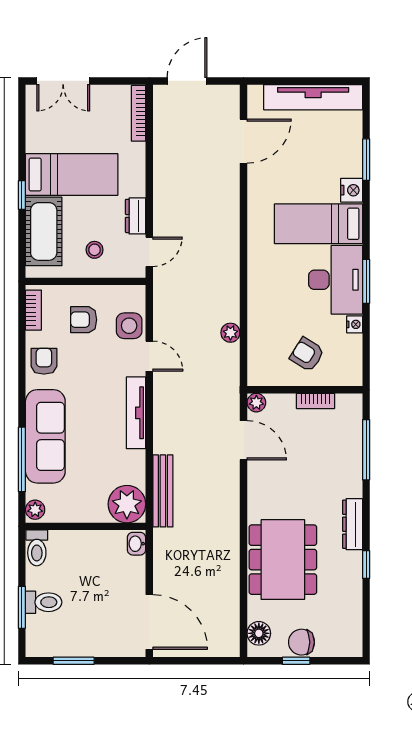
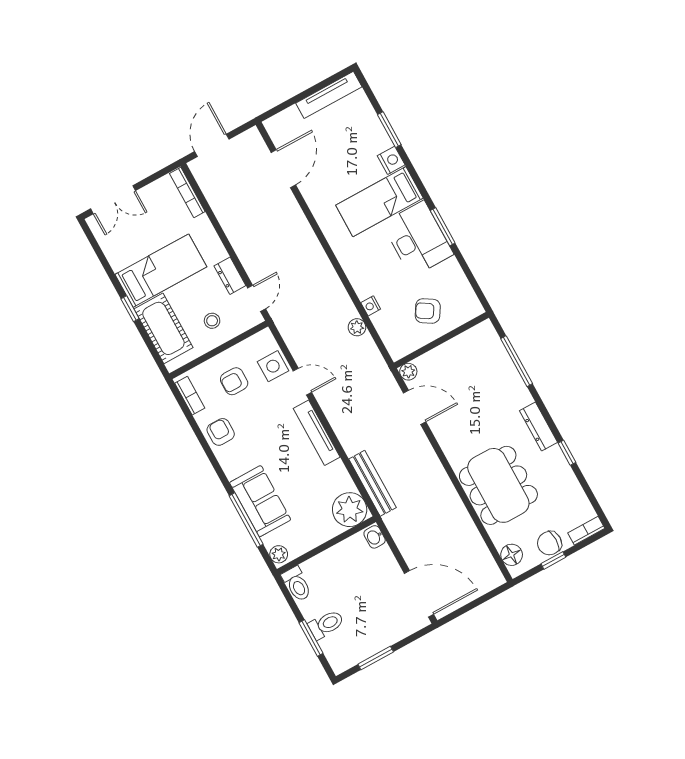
tv unit: (313, 97) -> (329, 95), width x0.73, depth x0.78
nightstand: (355, 324) -> (371, 306), moved, turned 180
bookcase: (315, 401) -> (586, 531), moved, turned 180
sofa: (45, 436) -> (260, 501), width x0.73

